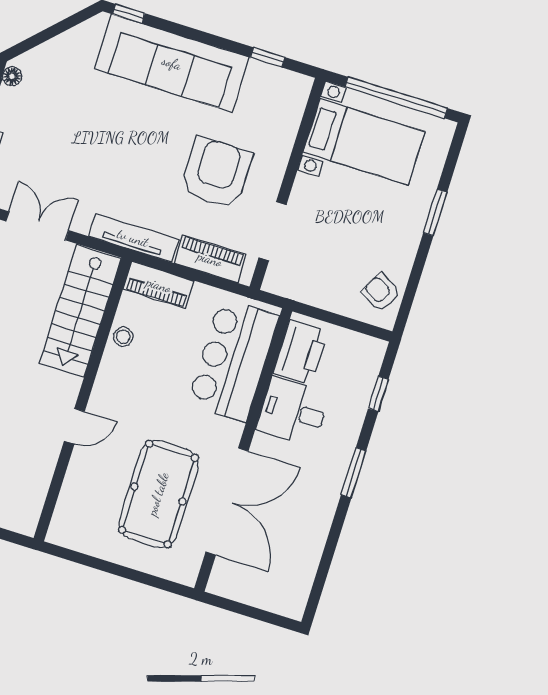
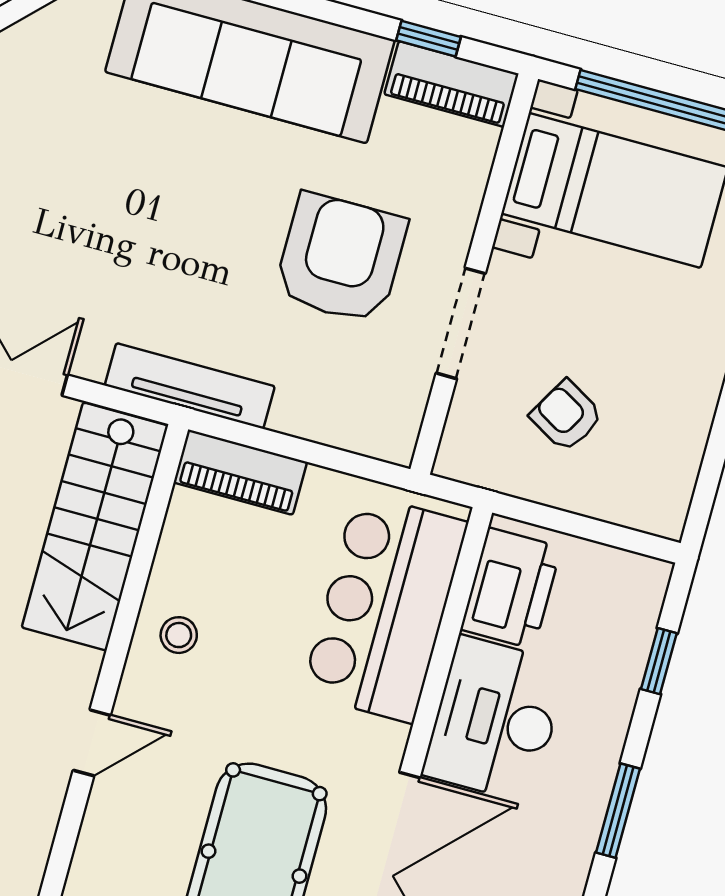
doorway: (273, 231) -> (461, 323), moved
piano: (210, 259) -> (451, 84), moved, turned 180
armchair: (381, 293) -> (566, 416), moved
stool: (123, 337) -> (179, 635), moved
desk: (293, 412) -> (495, 719), width x1.37

